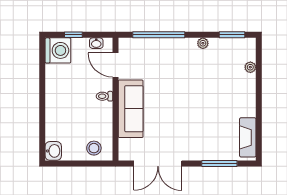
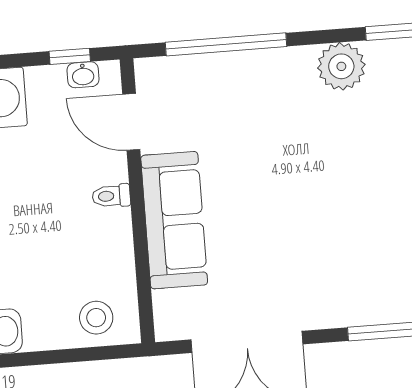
window: (73, 35) -> (70, 56), moved
plant: (203, 43) -> (341, 66), width x1.87, depth x1.87

